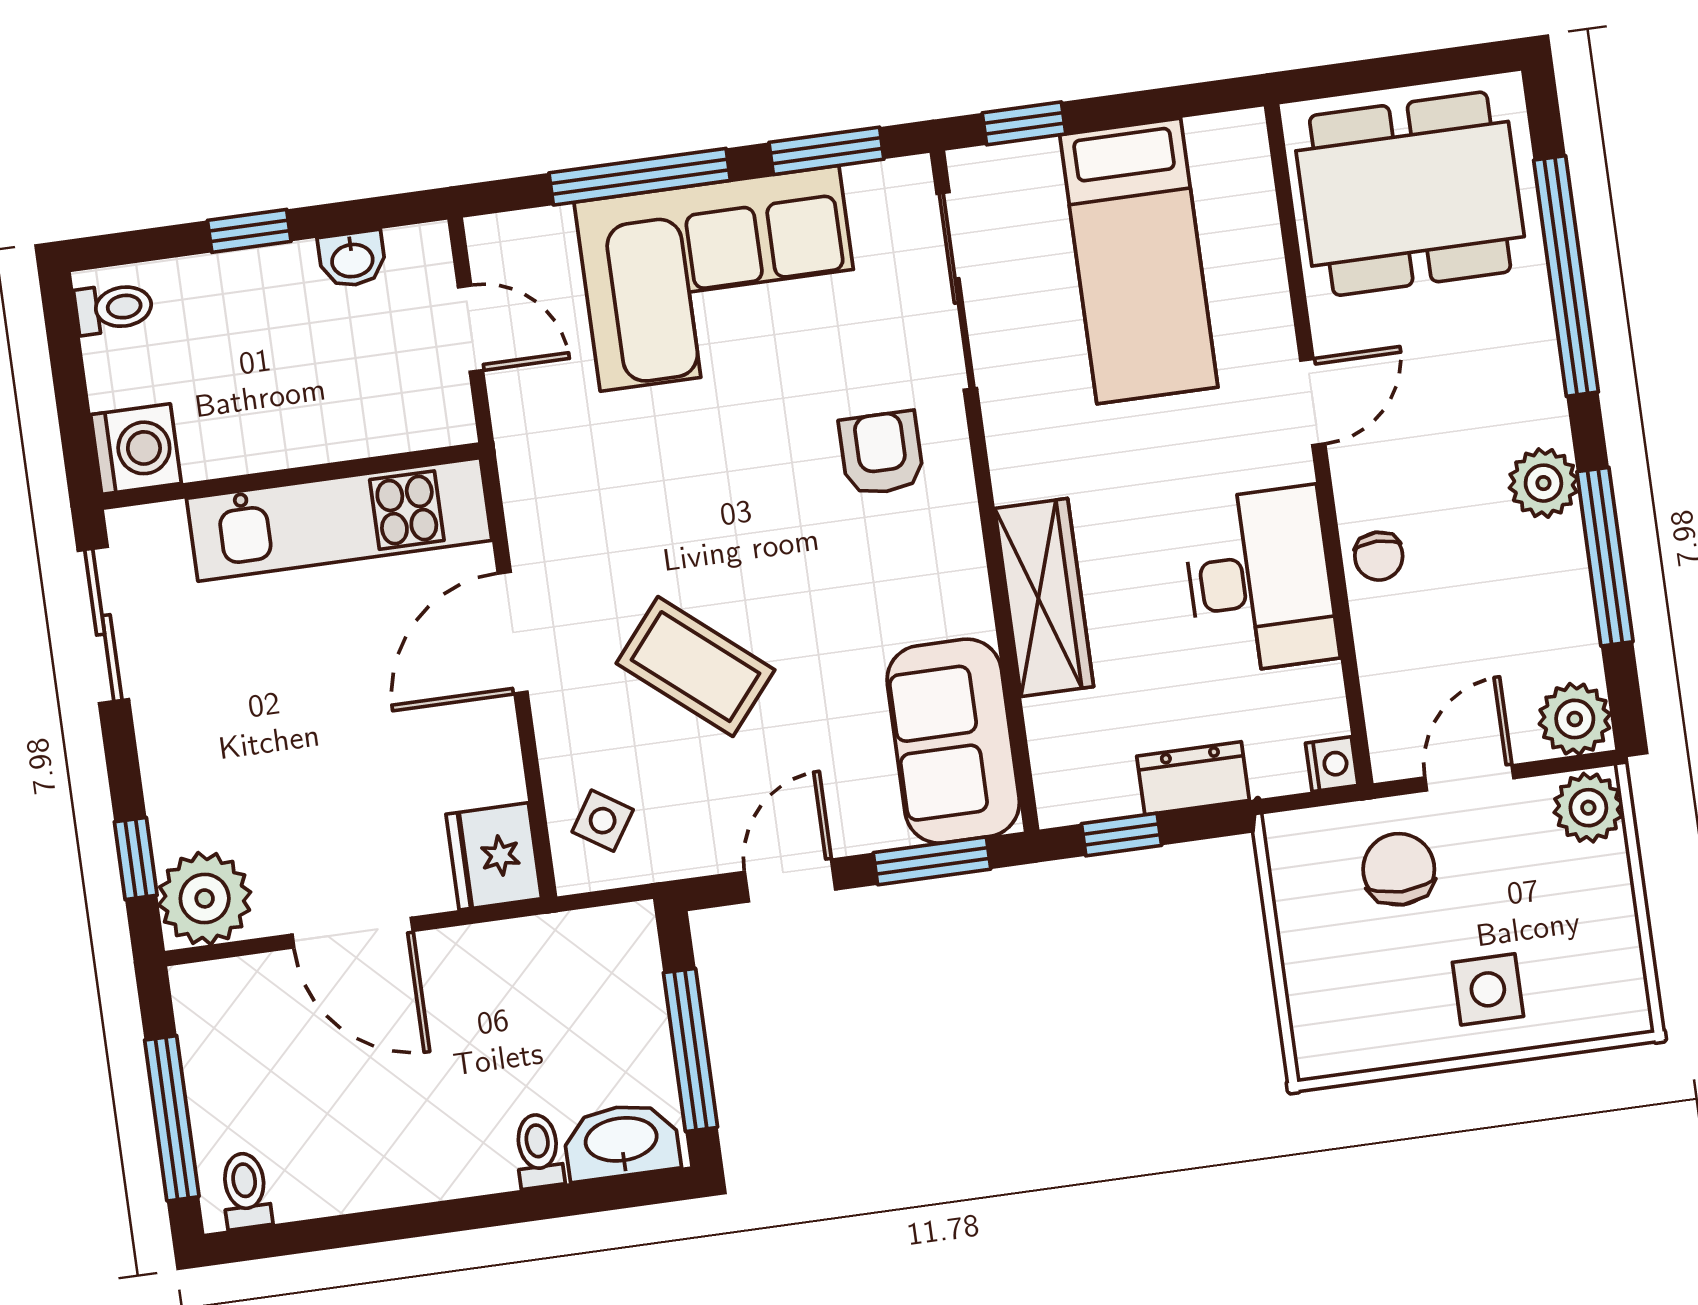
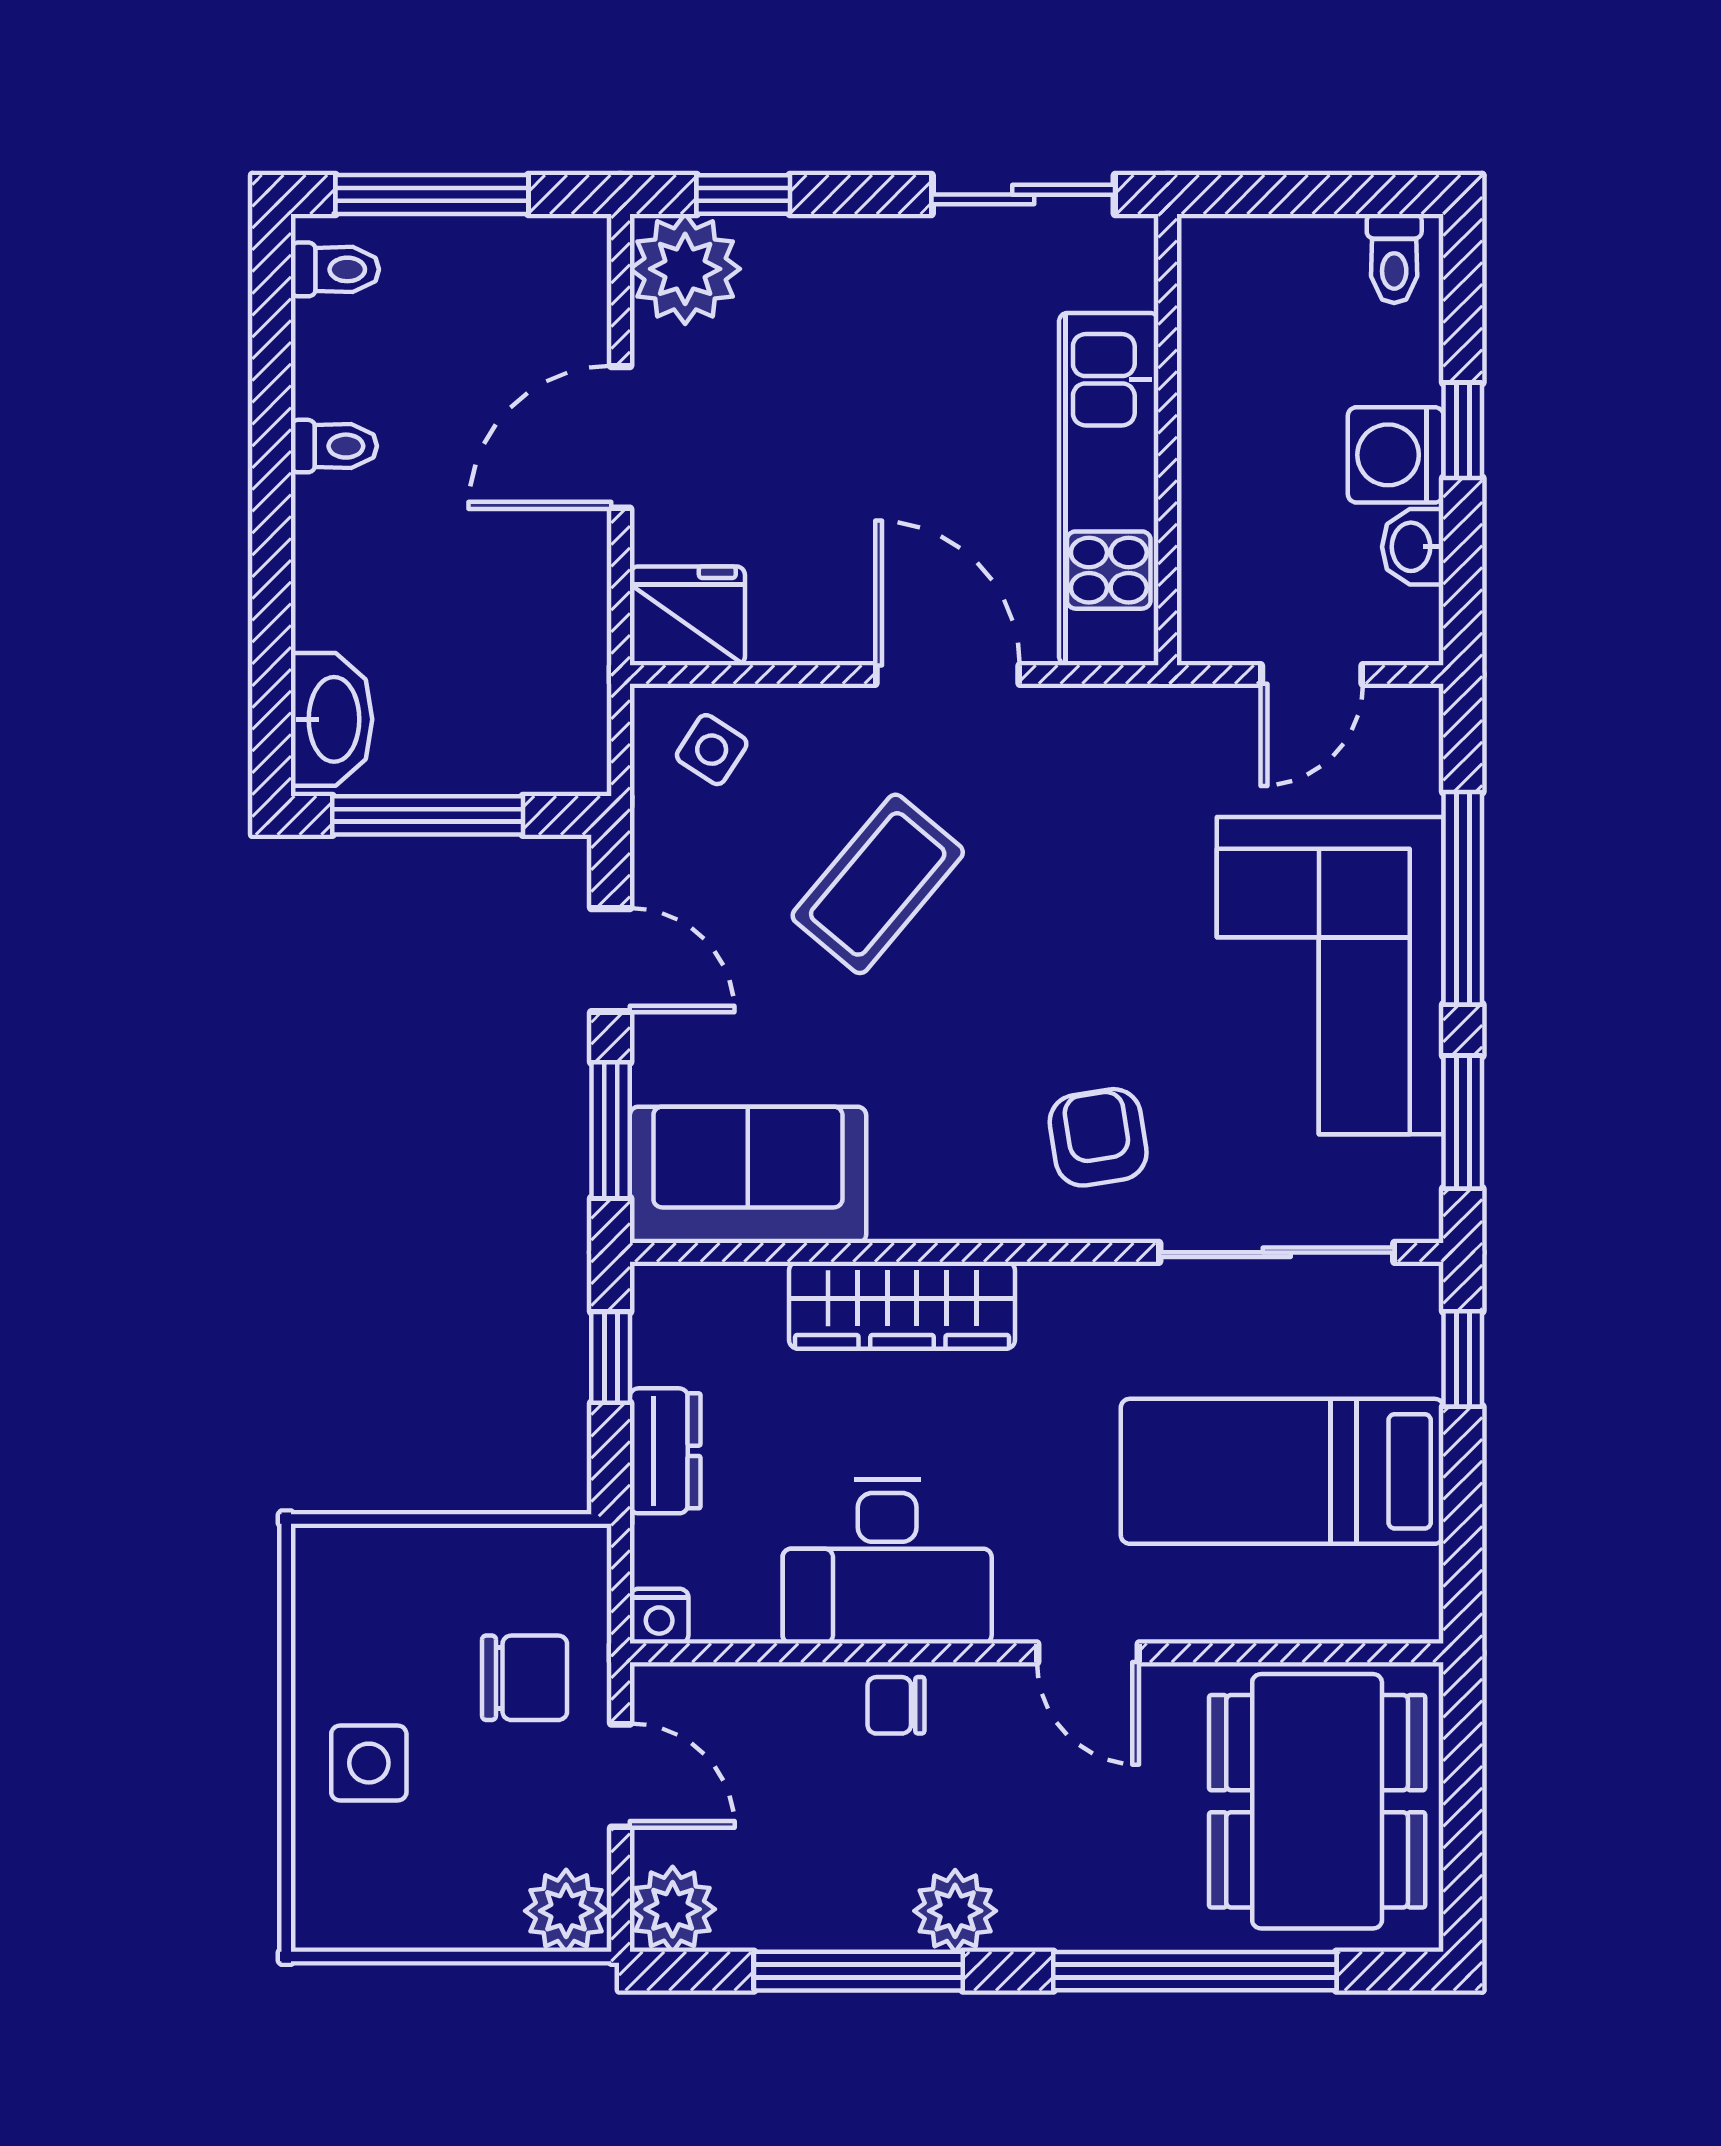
washing machine: (136, 449) -> (1396, 455), moved, turned 90
armchair: (881, 453) -> (1098, 1137), turned -99
toilet: (539, 1151) -> (334, 446), moved

